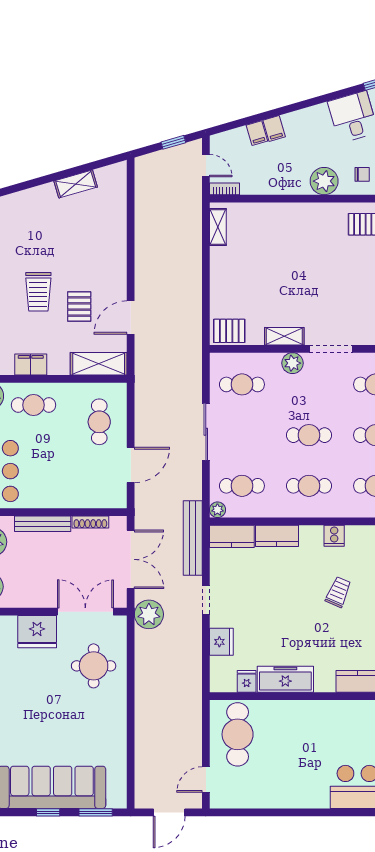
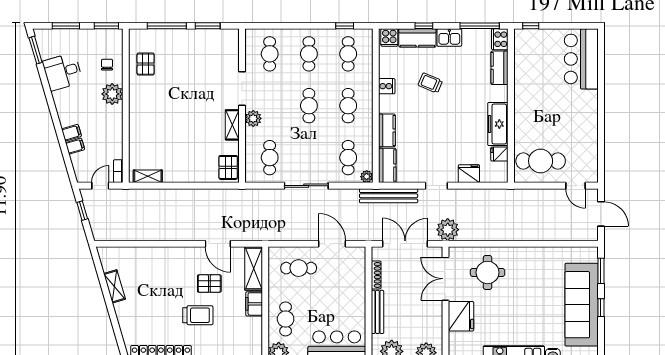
filing cabinet: (31, 364) -> (254, 304), moved

